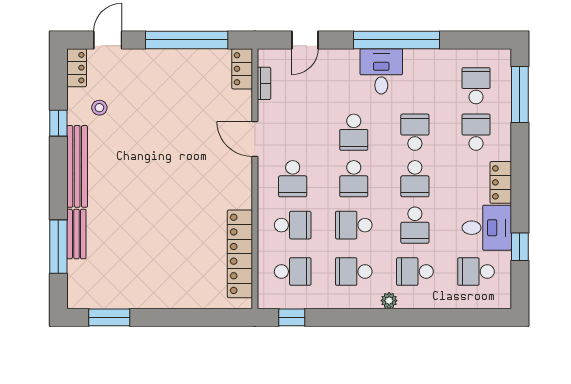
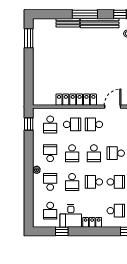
school desk: (354, 179) -> (94, 153), turned -90
school desk: (293, 225) -> (72, 124), turned -90
school desk: (354, 225) -> (72, 153), turned 180
school desk: (415, 225) -> (72, 182), turned -90
window: (58, 247) -> (85, 14), moved
locker: (240, 254) -> (76, 100), moved
school desk: (476, 272) -> (50, 211), turned 180

